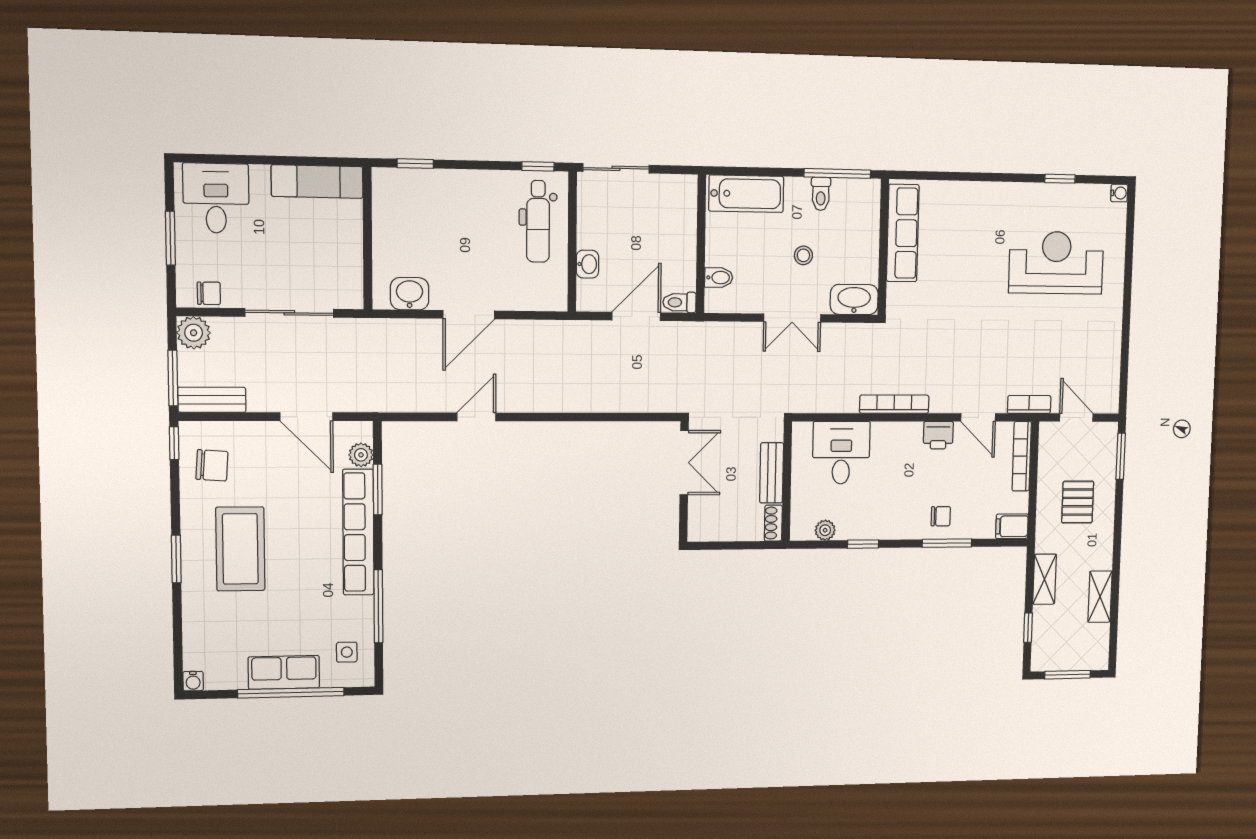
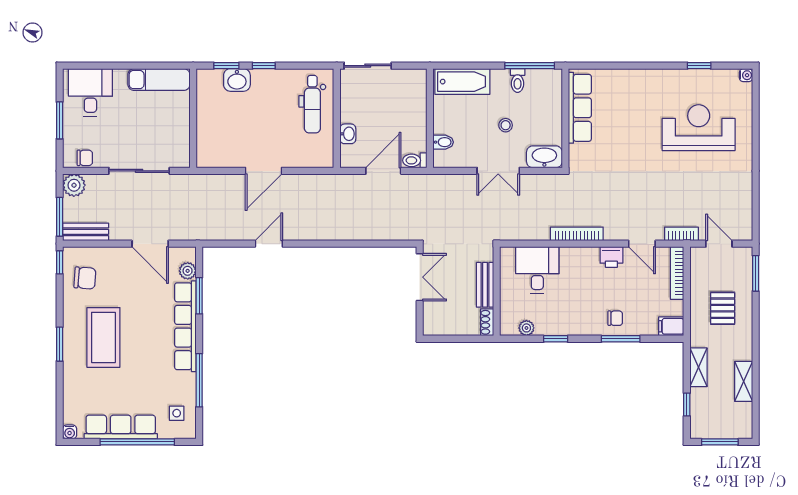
window: (538, 166) -> (264, 66), moved
washbasin: (410, 294) -> (237, 80), moved, turned 180
row of seats: (284, 672) -> (121, 427), width x1.48

